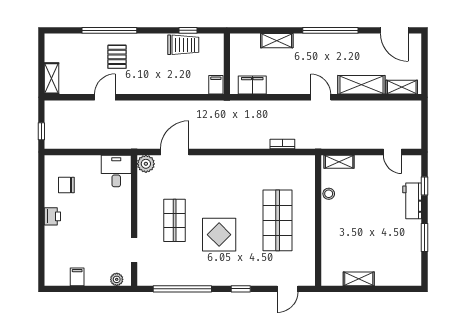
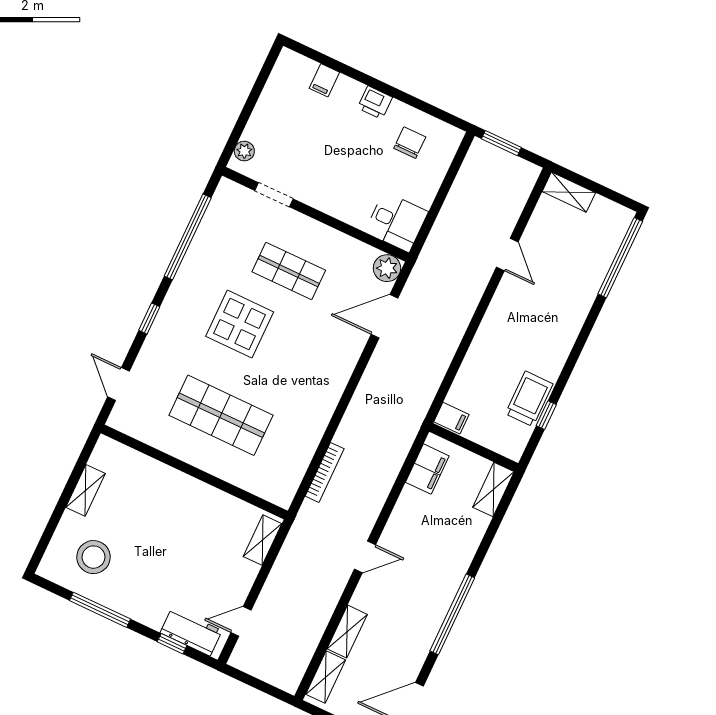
window: (109, 30) -> (620, 258), moved
shelving: (277, 41) -> (493, 490), moved
trolley: (183, 45) -> (529, 399), turned 180
pallet: (117, 57) -> (556, 298), removed
shelving: (361, 85) -> (347, 632), width x0.67, depth x0.75
window: (41, 131) -> (501, 143), width x1.50
bookcase: (282, 144) -> (325, 472), width x1.56
door: (175, 152) -> (385, 316), swing flipped
stool: (329, 194) -> (94, 557), moved, width x1.89, depth x1.89
workbench: (412, 201) -> (191, 632), moved
window: (424, 238) -> (100, 610), width x1.44
filing cabinet: (77, 277) -> (324, 80), moved, turned 90

